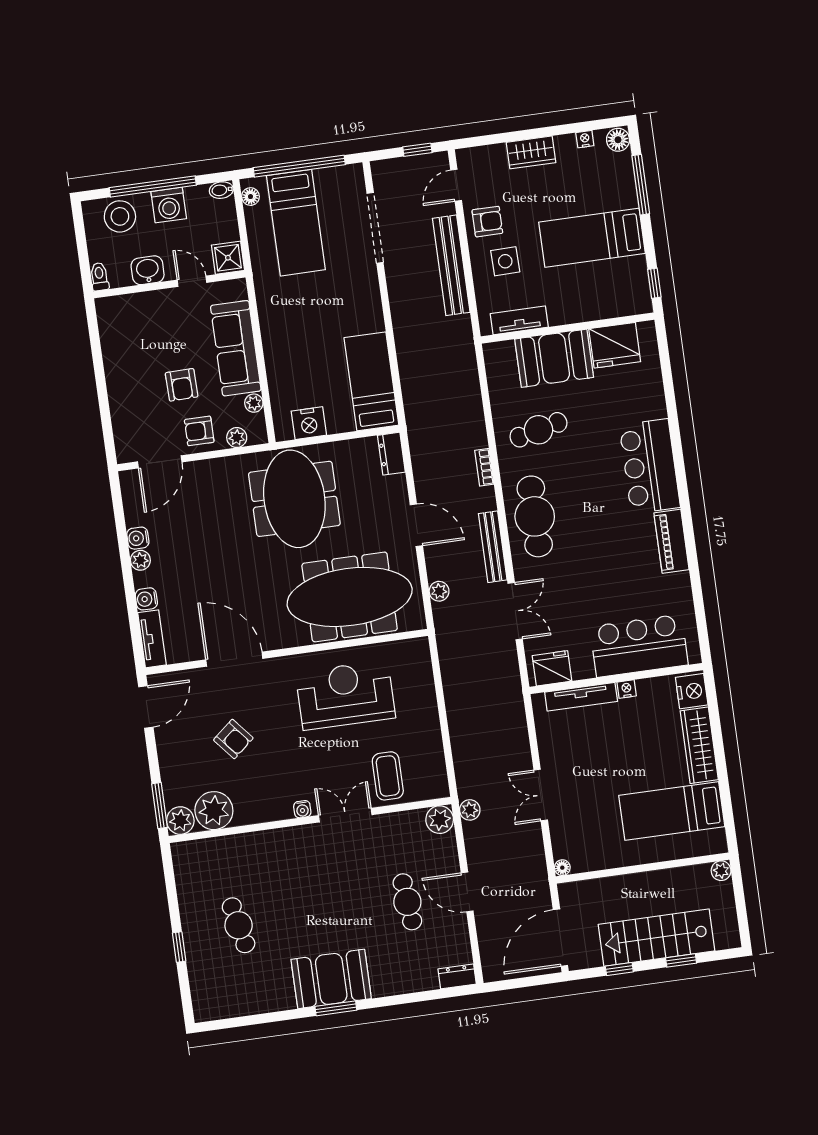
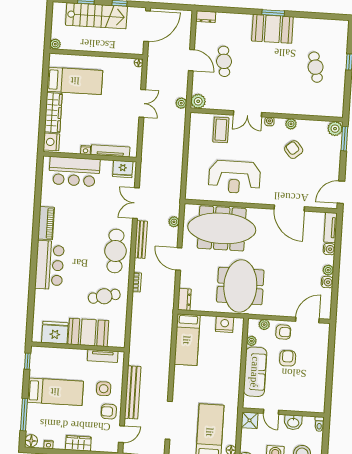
armchair: (233, 739) -> (294, 150), moved
plant: (214, 811) -> (291, 124), moved, width x0.53, depth x0.53

